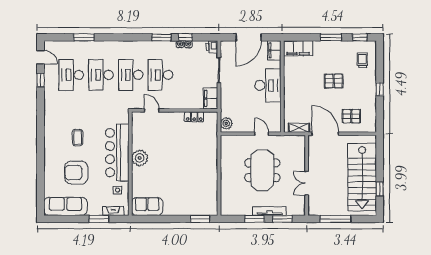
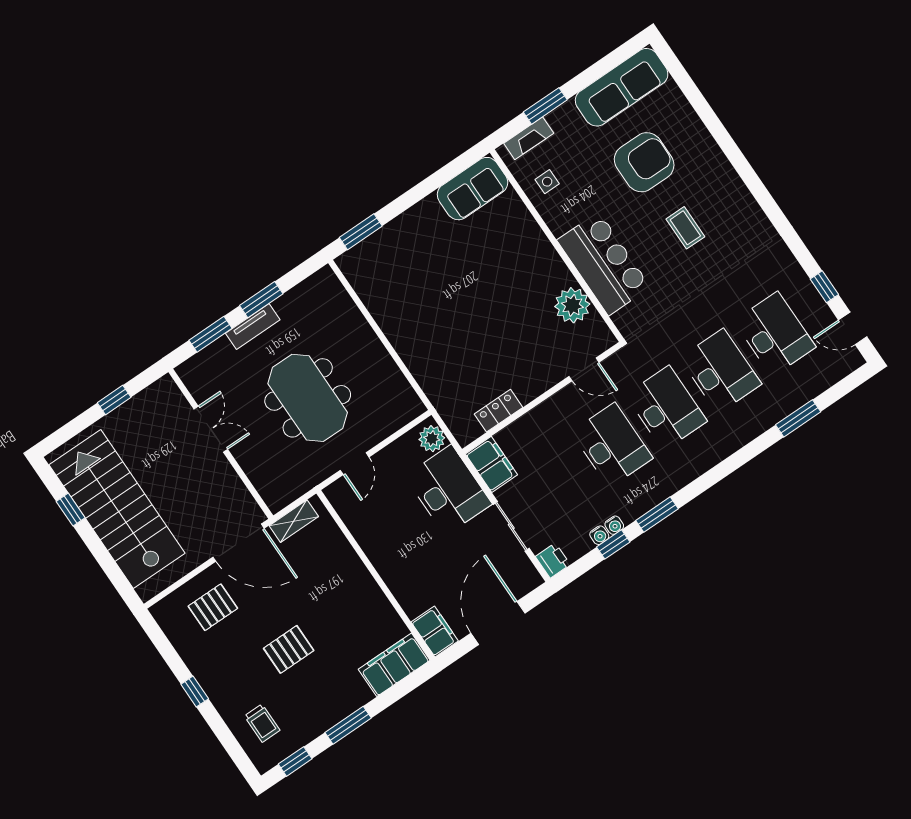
desk: (268, 85) -> (448, 490), moved, turned 180
door: (262, 134) -> (355, 464), hinge flipped
bar counter: (117, 153) -> (604, 264), width x0.73
plant: (140, 158) -> (572, 305), moved
tv unit: (270, 211) -> (253, 327), width x0.71
window: (335, 219) -> (114, 400), width x0.46

